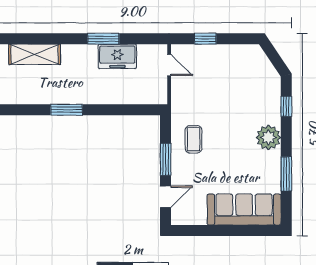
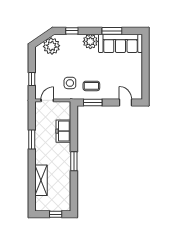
freezer: (117, 56) -> (63, 131), moved, turned 180
plant: (261, 72) -> (51, 46), added
side table: (199, 103) -> (70, 83), added
window: (166, 159) -> (93, 103), moved
sofa: (244, 210) -> (120, 43), moved, turned -90

